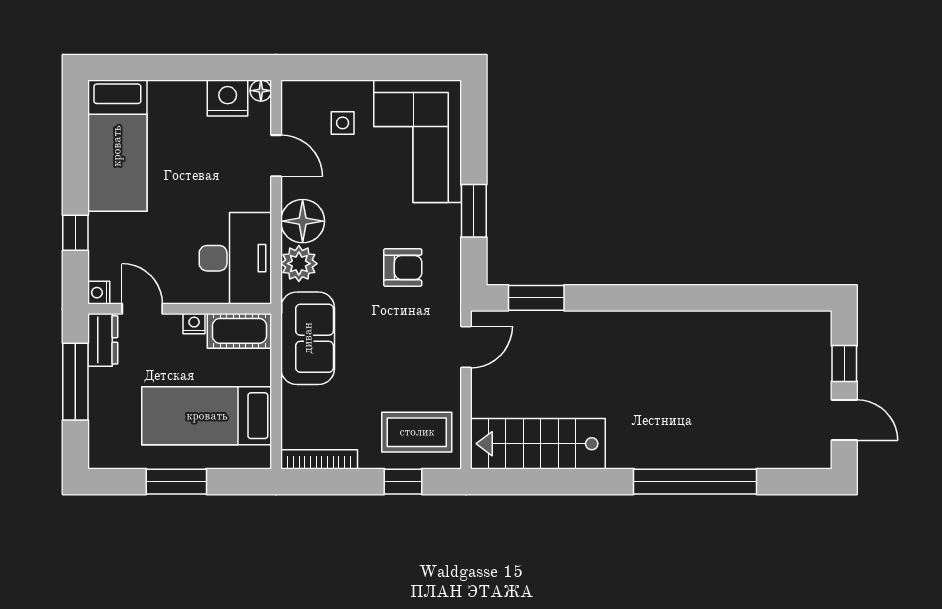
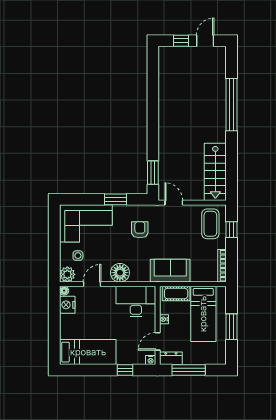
plant: (299, 264) -> (67, 274), moved
cot: (239, 331) -> (176, 294), moved, turned 90

